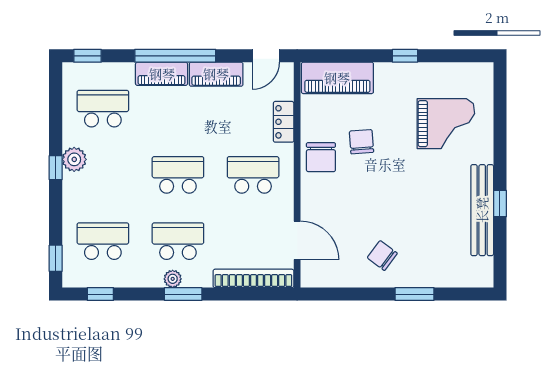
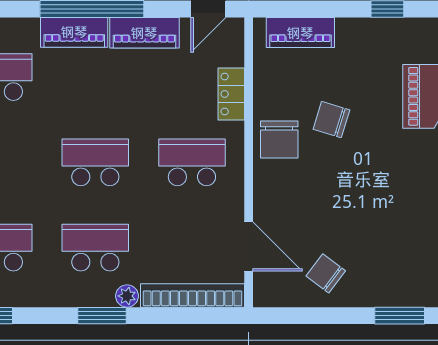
piano: (337, 78) -> (300, 33), width x0.73, depth x0.75
chair: (361, 142) -> (331, 120), turned -69
chair: (382, 255) -> (326, 273), moved
plant: (173, 279) -> (127, 296), moved

